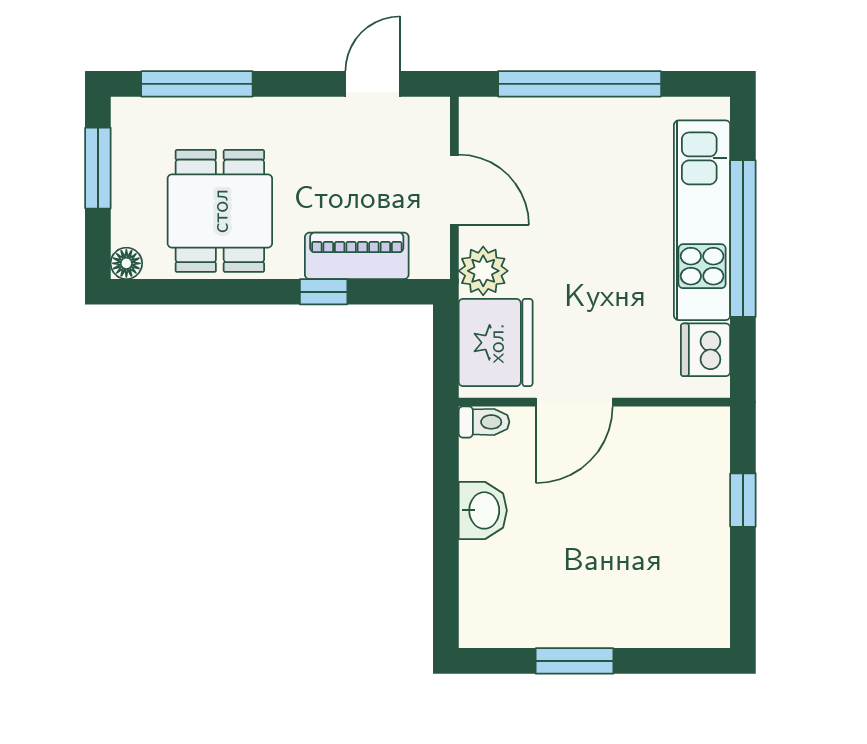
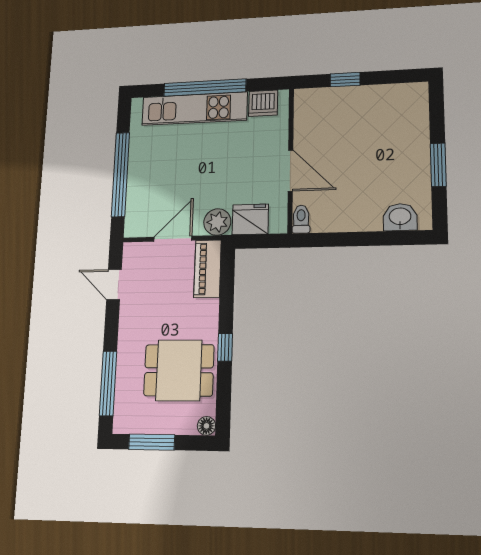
piano: (357, 256) -> (208, 269), moved
window: (324, 292) -> (225, 347), moved
fridge: (496, 343) -> (250, 219), width x0.73, depth x0.75
washbasin: (483, 510) -> (400, 217), moved

